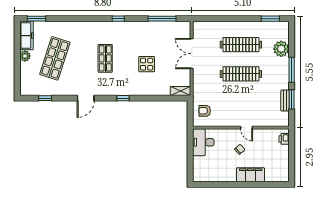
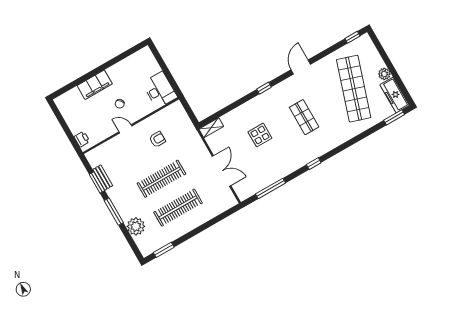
shop shelf: (55, 58) -> (354, 89), width x1.40
window: (45, 98) -> (352, 37), moved
armchair: (205, 111) -> (157, 139), moved

